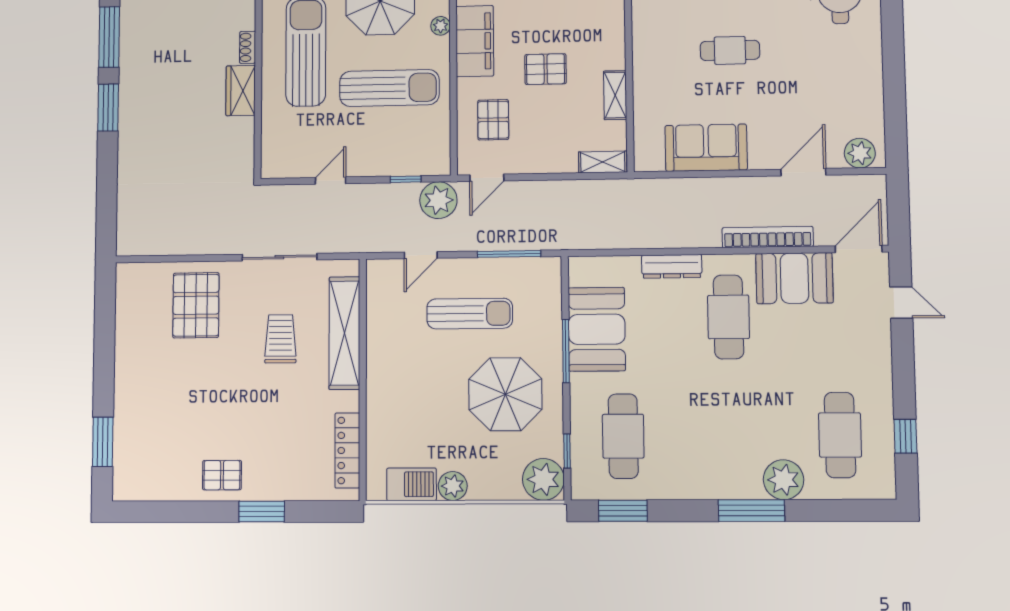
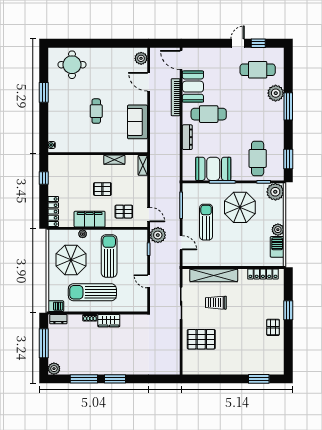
pallet: (546, 69) -> (102, 189), turned 90
door: (901, 302) -> (238, 43), moved
cafe table: (623, 436) -> (258, 158), turned 90

